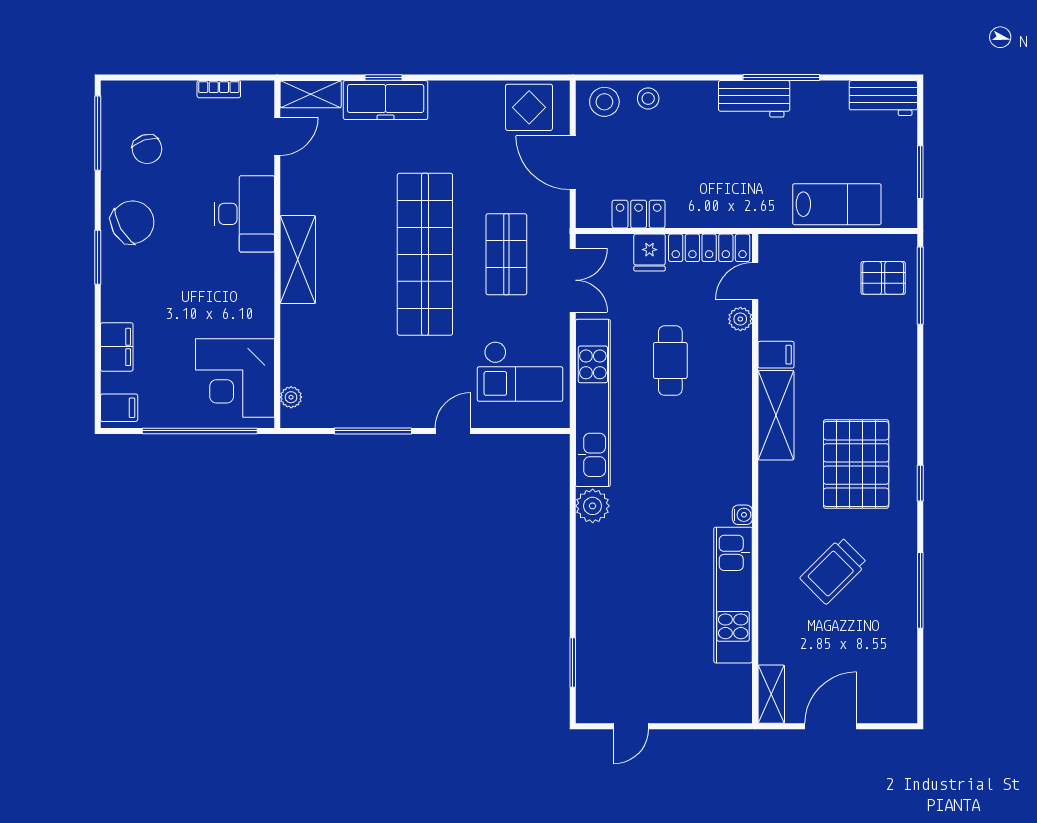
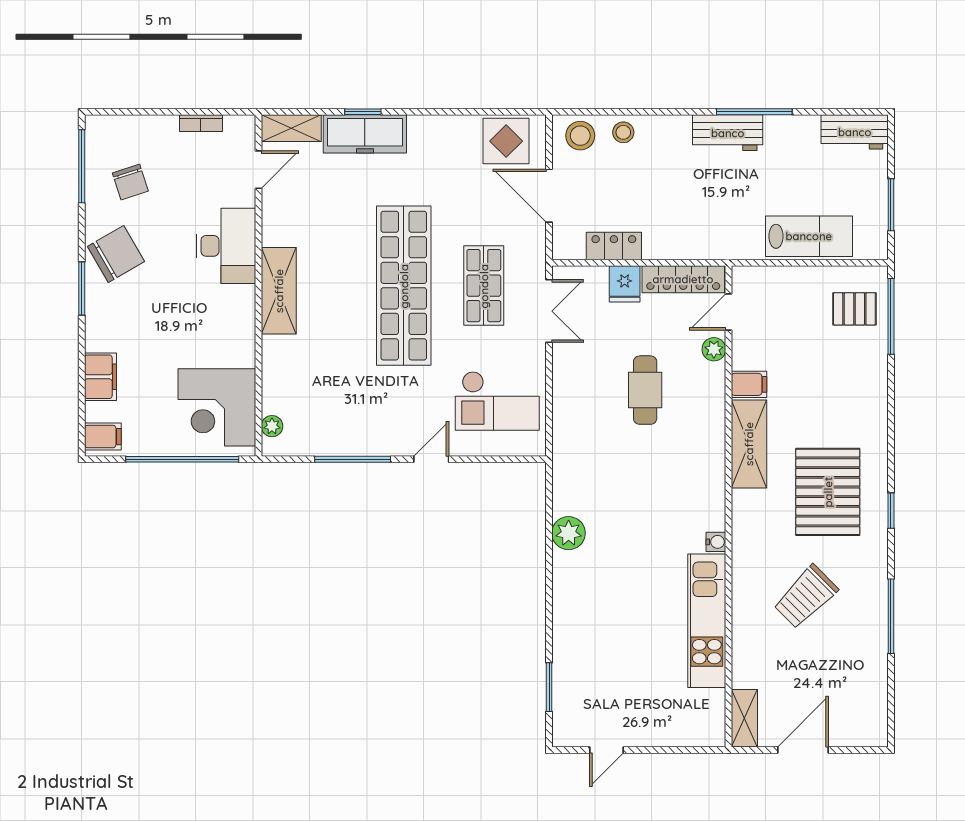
kitchen unit: (593, 403) -> (569, 432), removed

